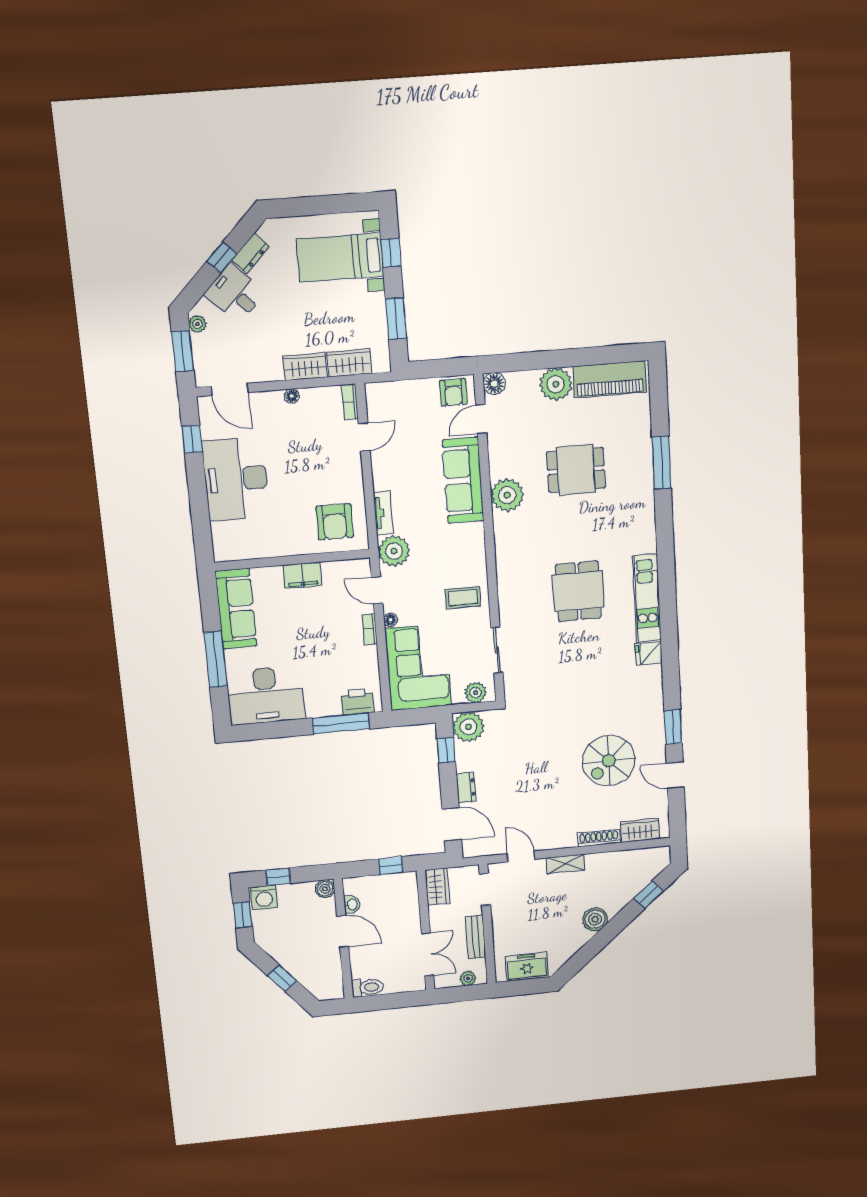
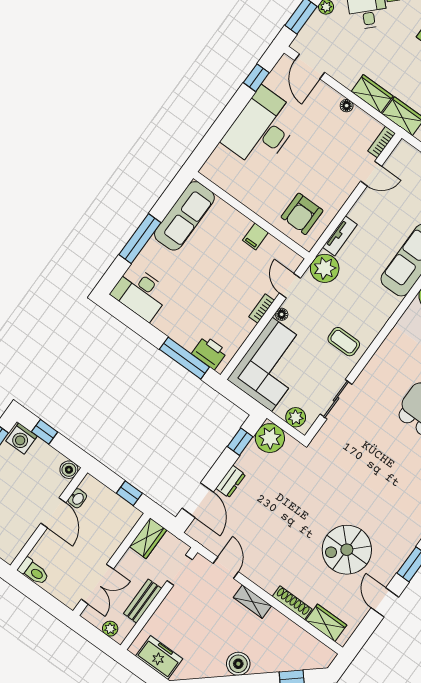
filing cabinet: (302, 575) -> (255, 236), width x0.50
desk: (266, 695) -> (140, 293), width x0.73, depth x0.77

